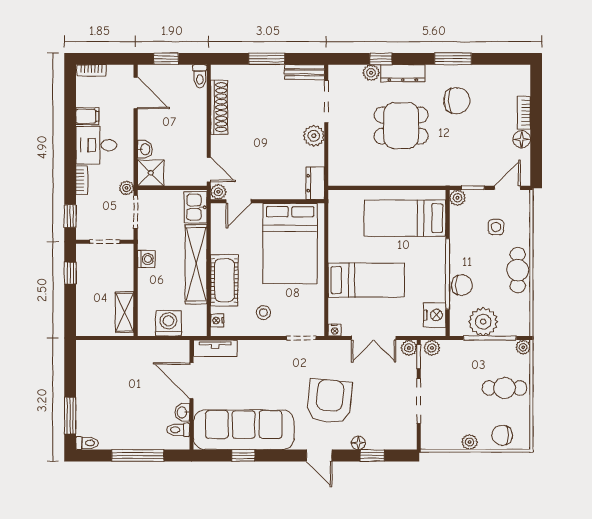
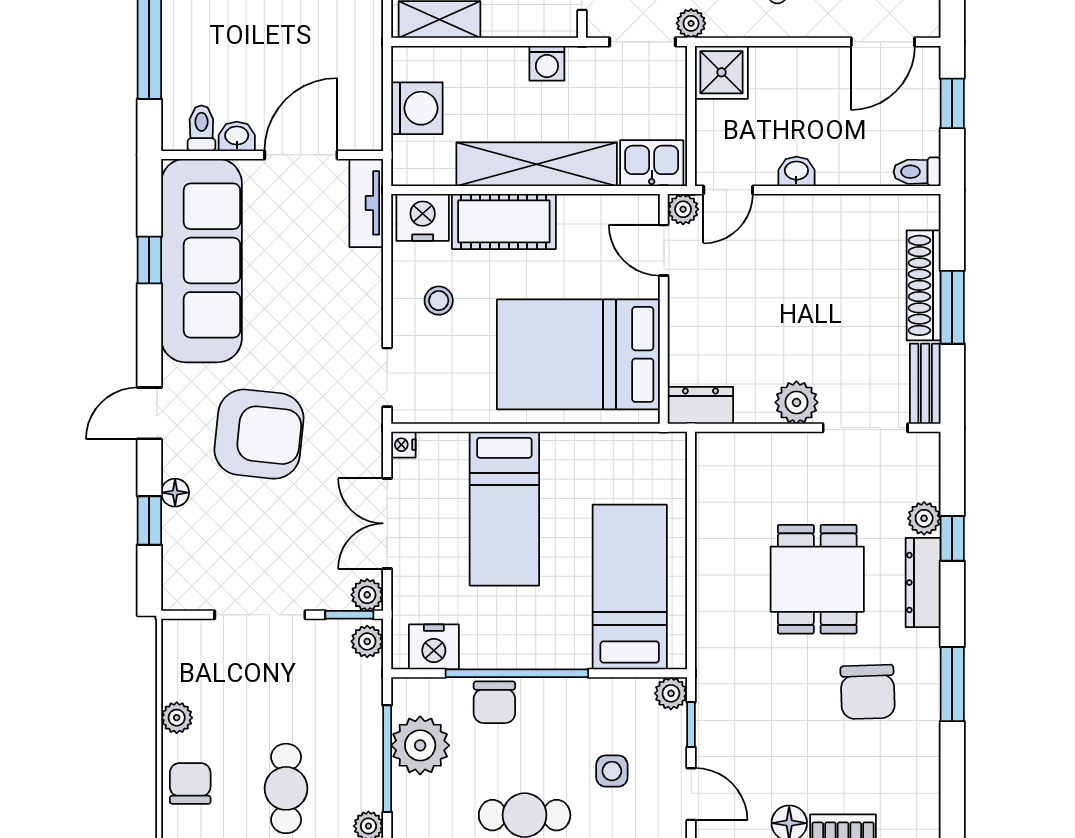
shoe rack: (219, 107) -> (924, 285), moved, turned 90
washbasin: (145, 149) -> (796, 171), moved, turned 180
nightstand: (217, 320) -> (423, 217), width x1.89, depth x1.79

